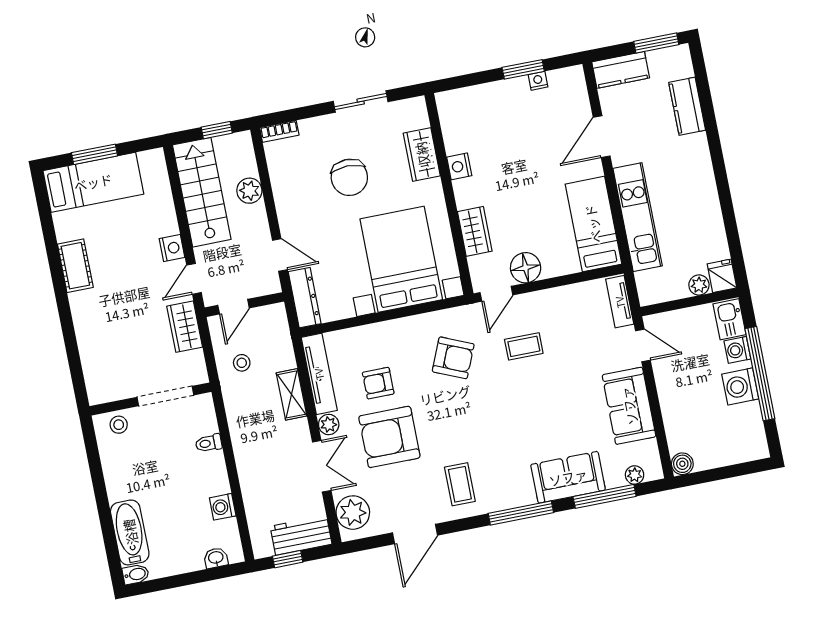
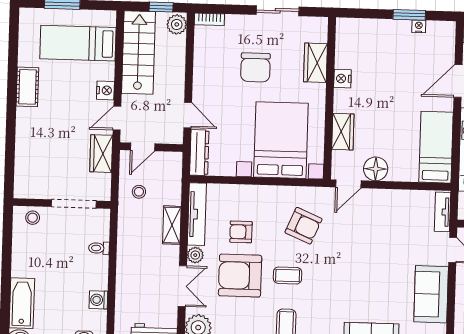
bed: (93, 182) -> (78, 43), moved, turned 180
plant: (249, 191) -> (177, 24), moved
coffee table: (524, 346) -> (288, 275), moved

